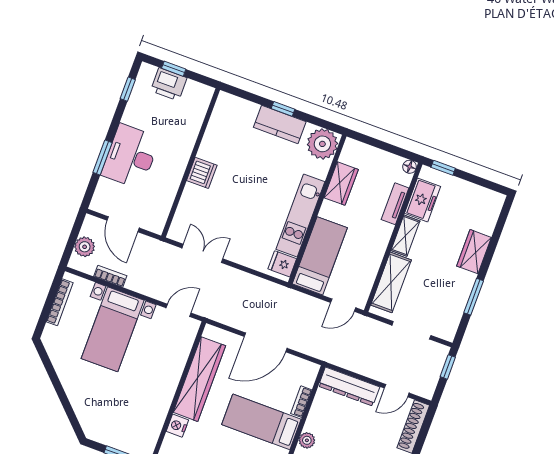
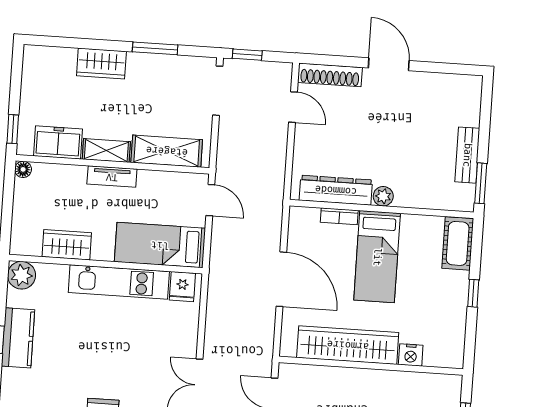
plant: (322, 144) -> (22, 275), width x0.73, depth x0.73
tv unit: (395, 204) -> (112, 177), moved
doorway: (411, 330) -> (218, 91), moved
dresser: (349, 387) -> (336, 190), moved, turned -90

